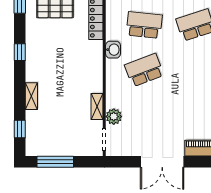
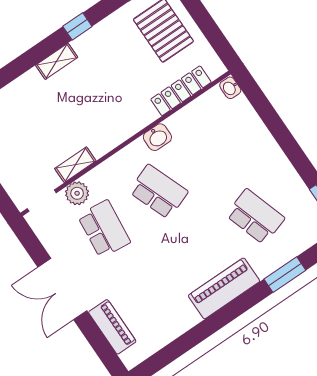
school desk: (144, 25) -> (104, 229), moved
shelving: (31, 96) -> (57, 61), moved

